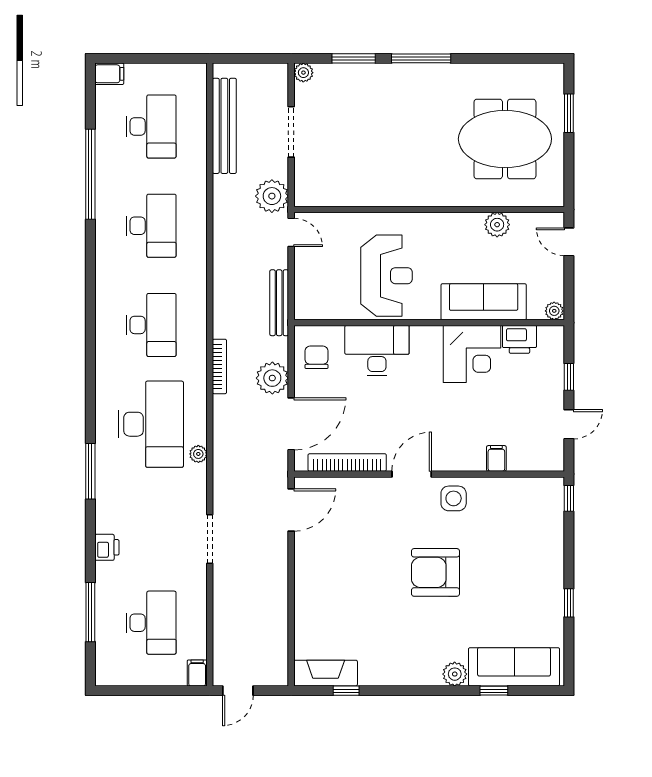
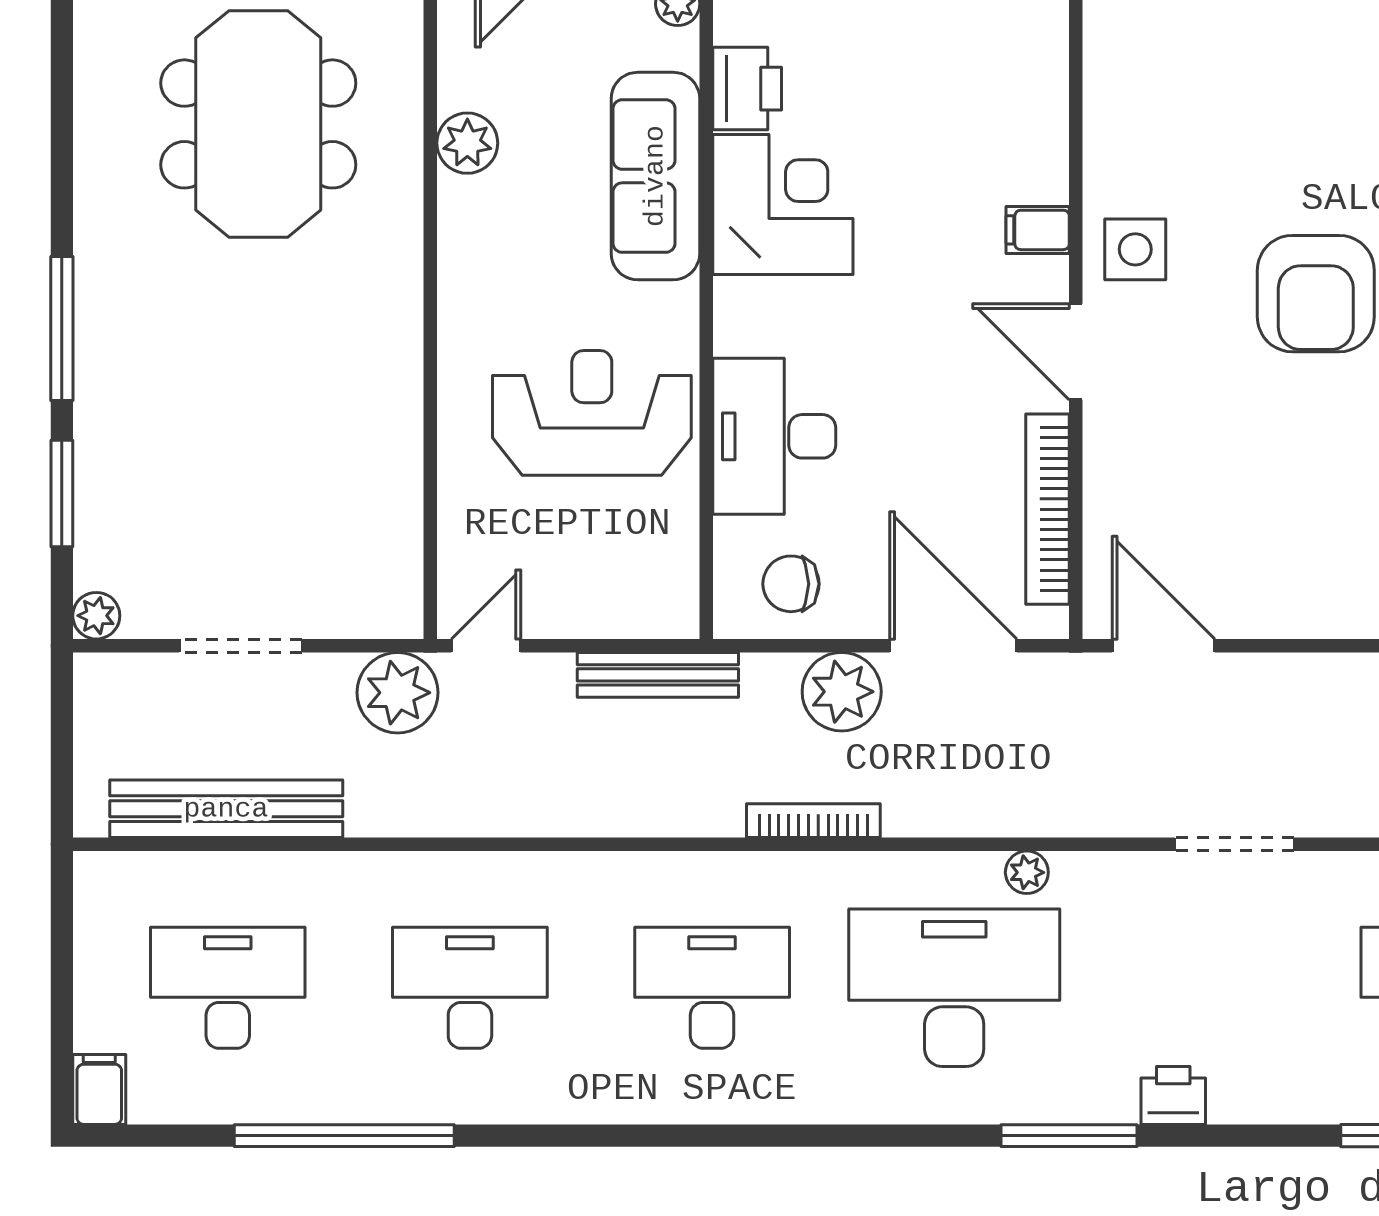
filing cabinet: (496, 458) -> (1038, 230), moved
printer: (107, 547) -> (1173, 1095), moved

